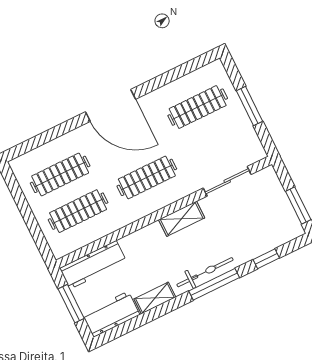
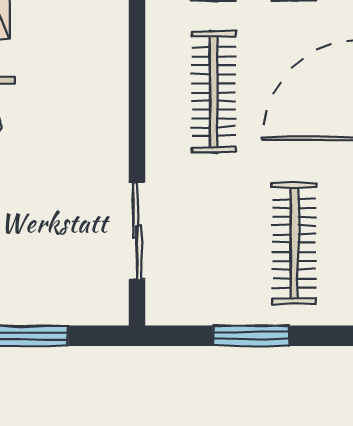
shelving: (182, 219) -> (110, 118), removed

